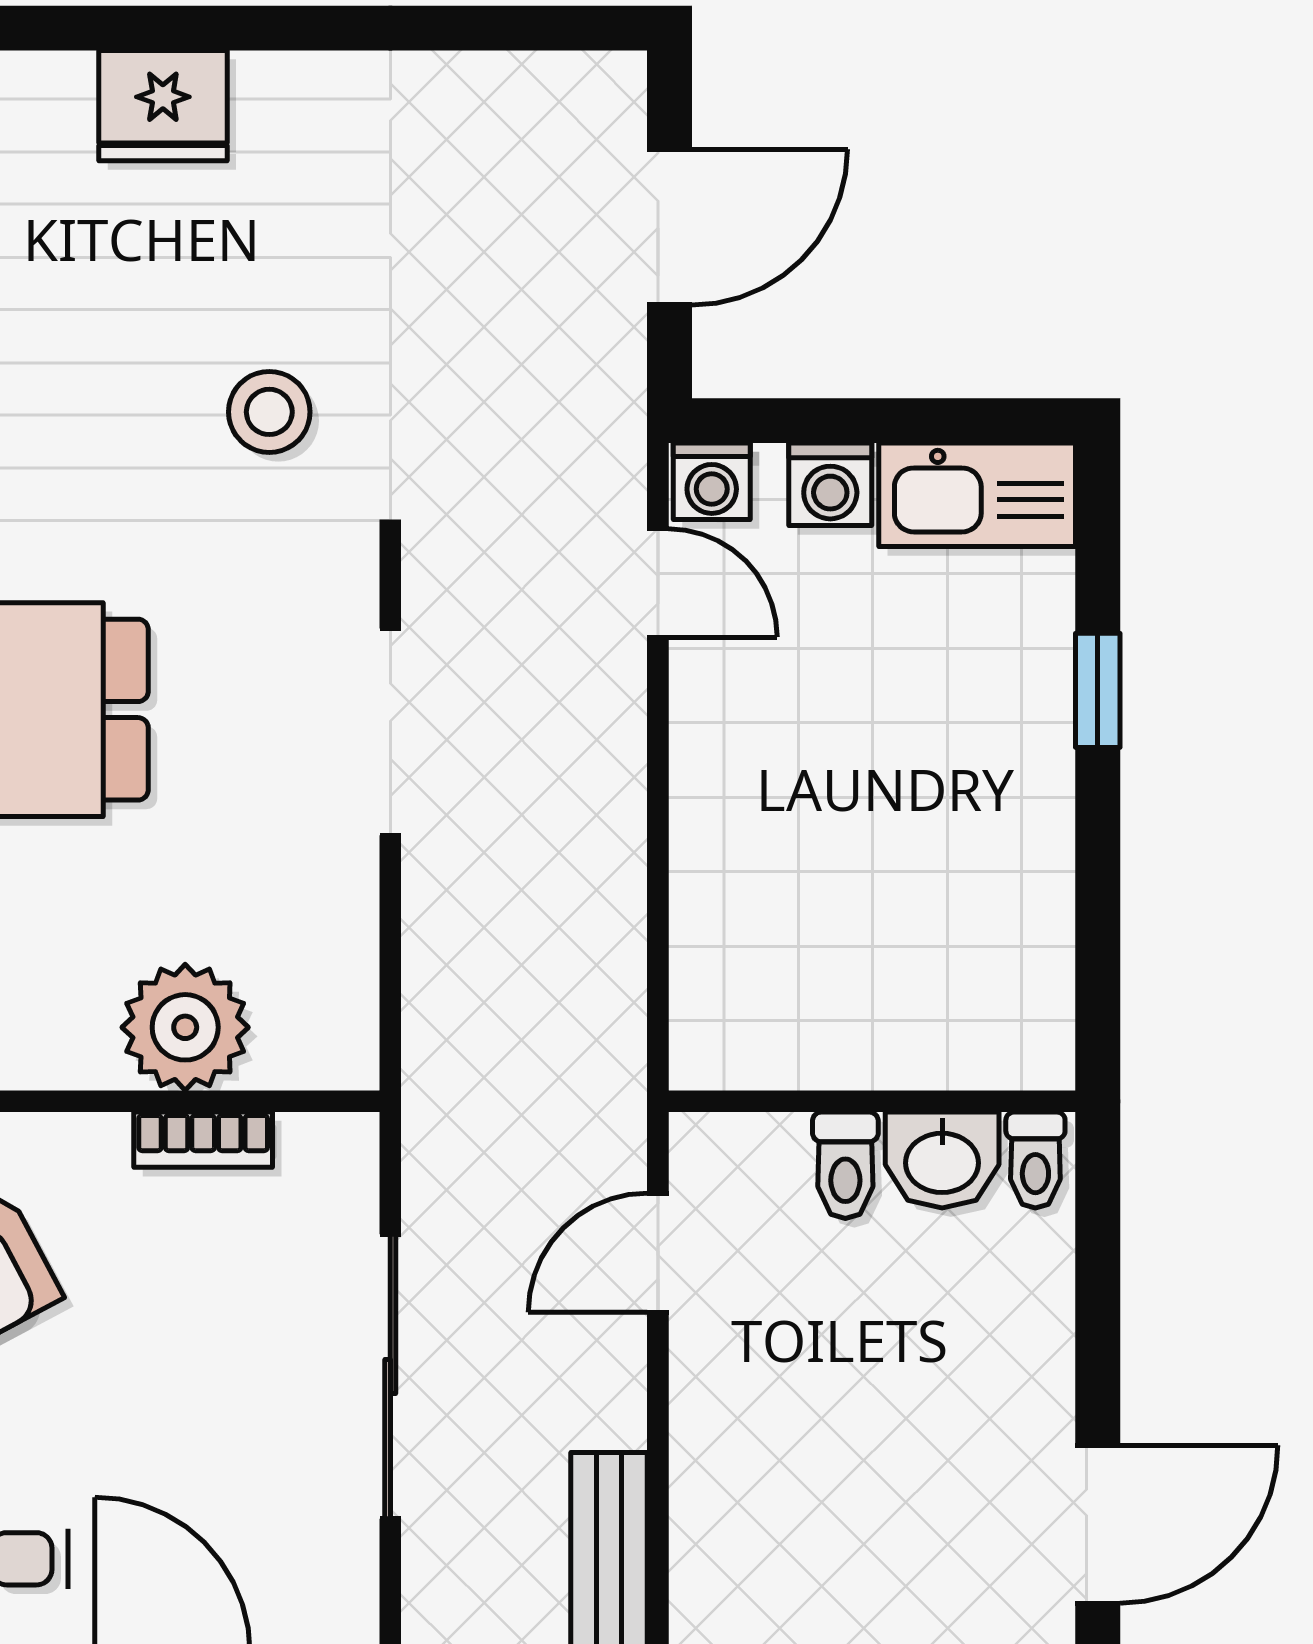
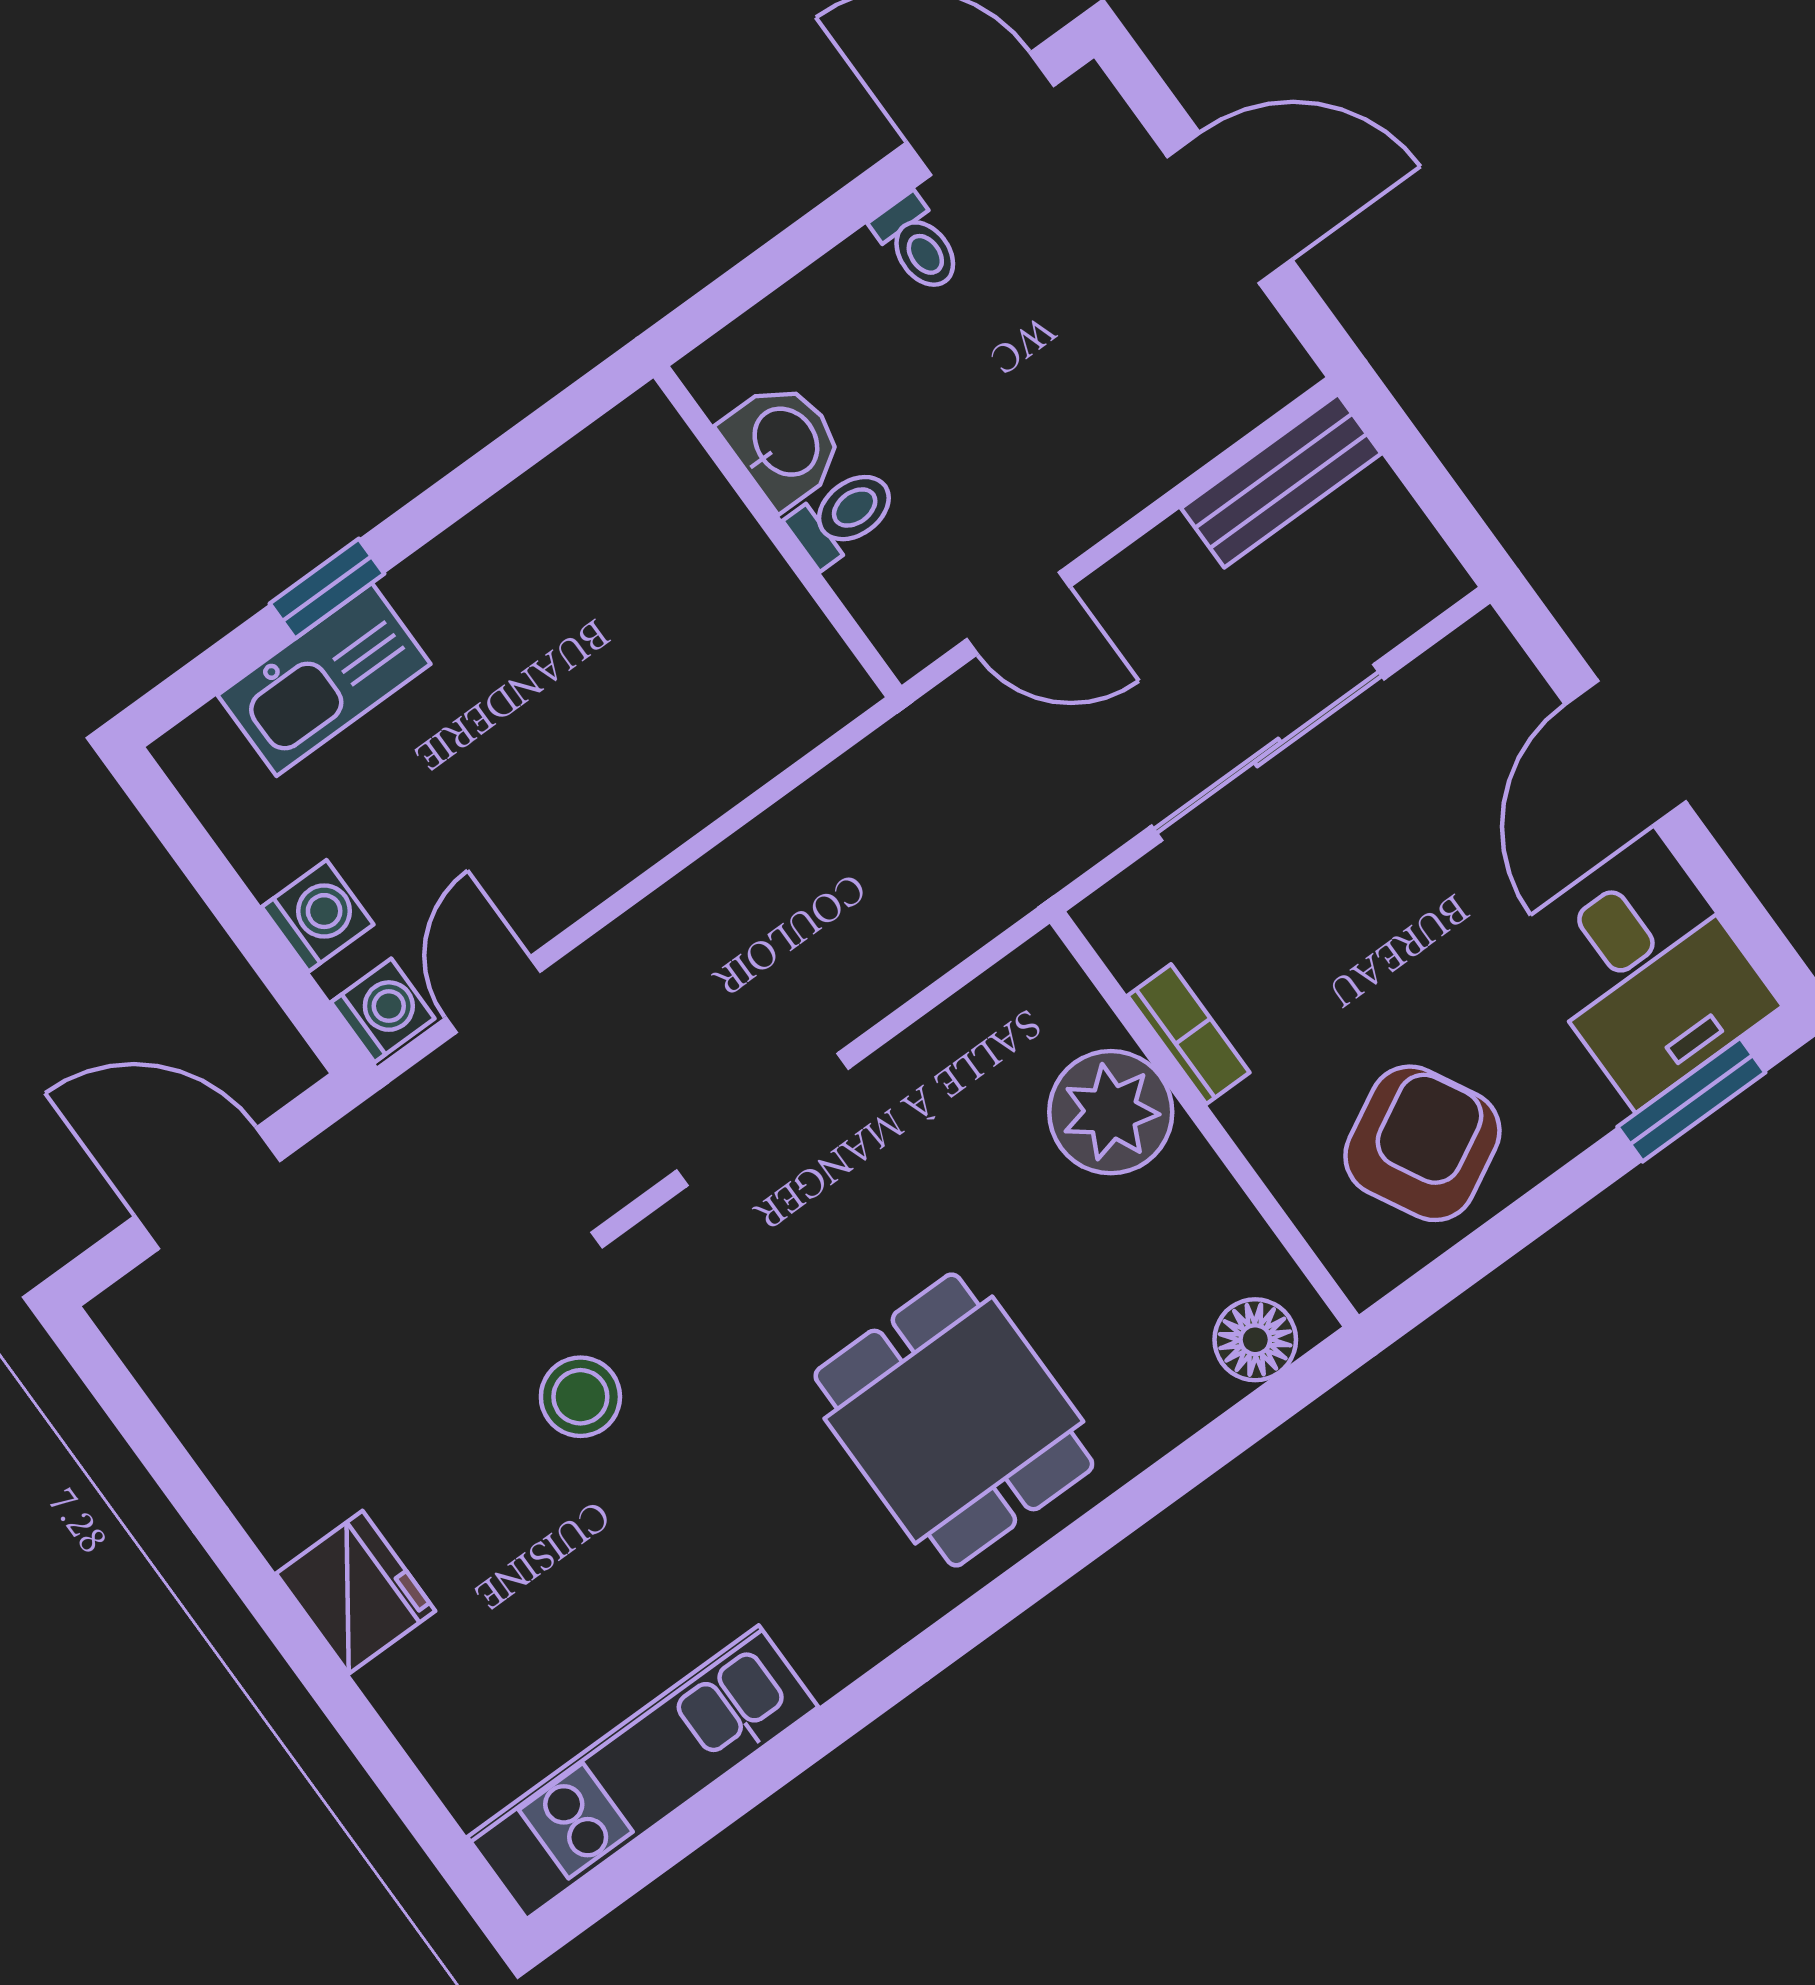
fridge: (163, 106) -> (356, 1592), moved
kitchen sink: (977, 495) -> (324, 680), moved, turned 90
toilet: (1035, 1160) -> (918, 244), moved, turned 90

